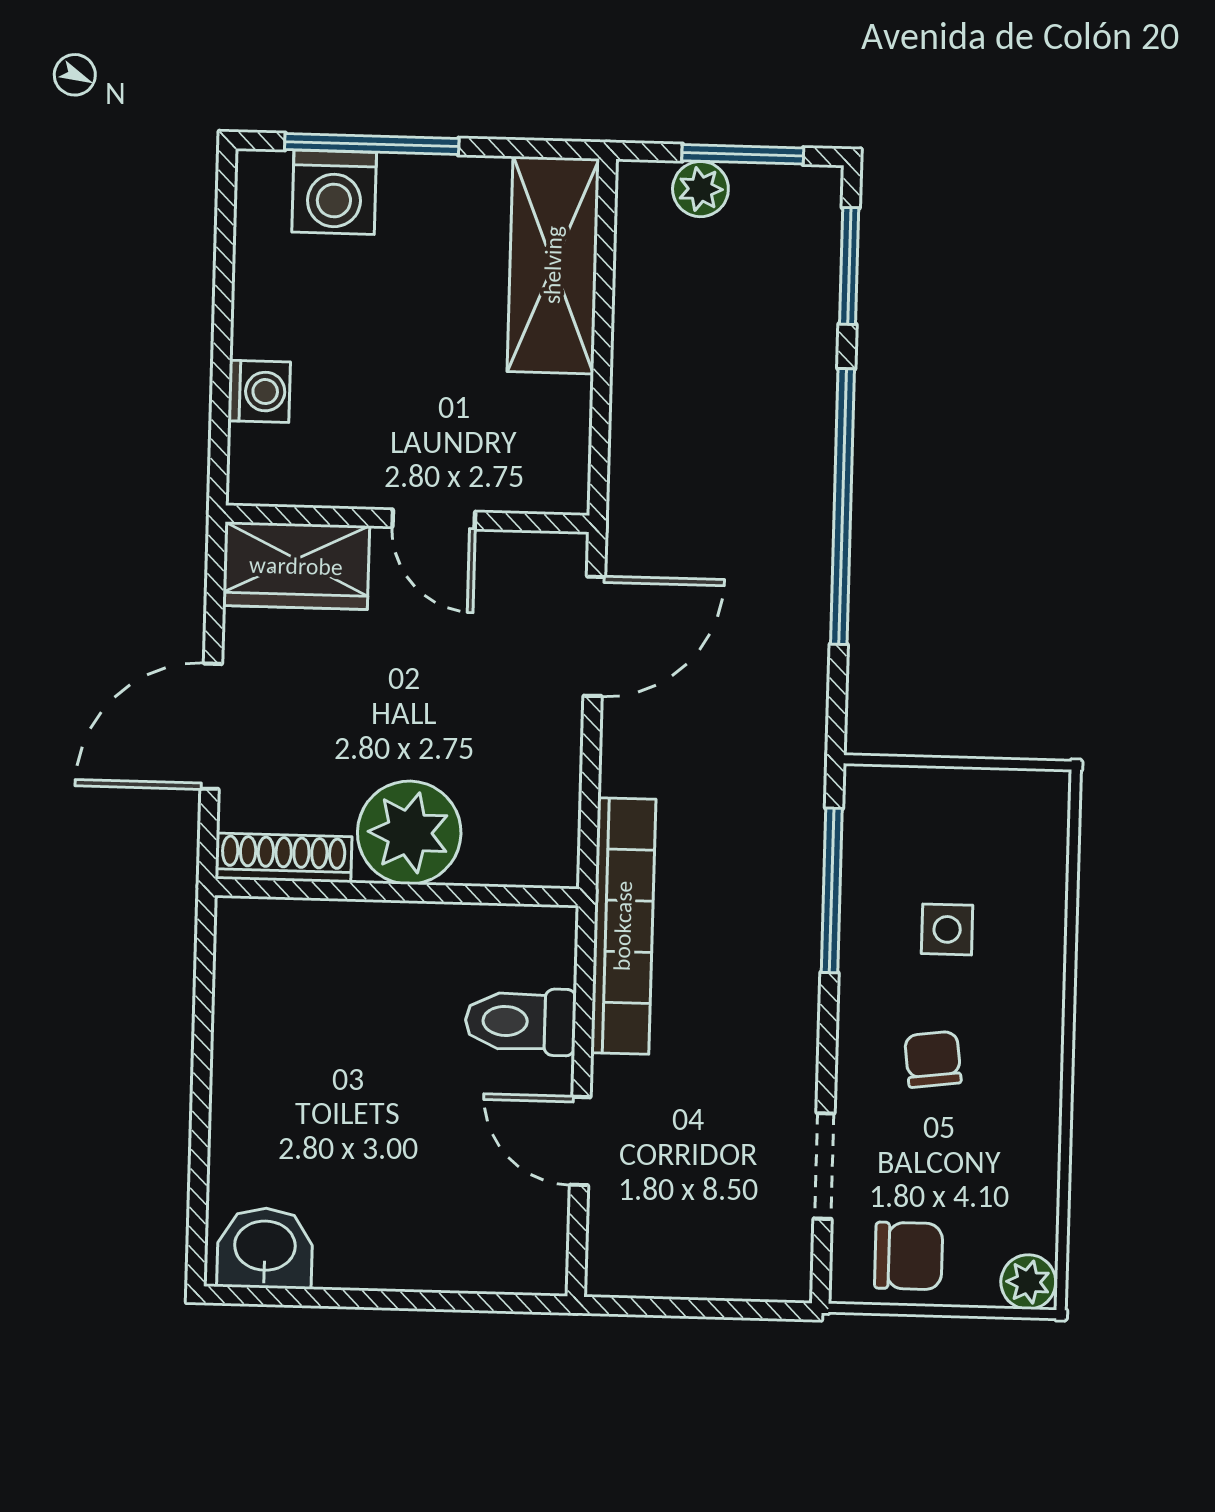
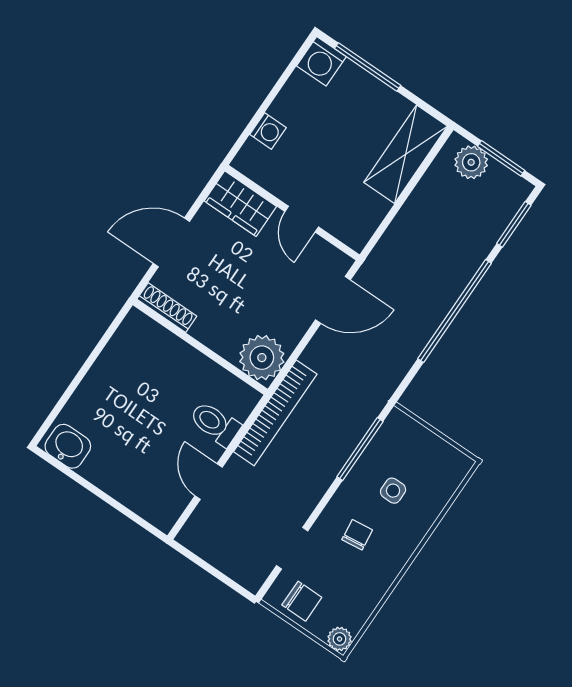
plant: (700, 189) -> (471, 162), width x1.38, depth x1.38
washing machine: (334, 192) -> (321, 61), moved
plant: (409, 833) -> (262, 358), moved

